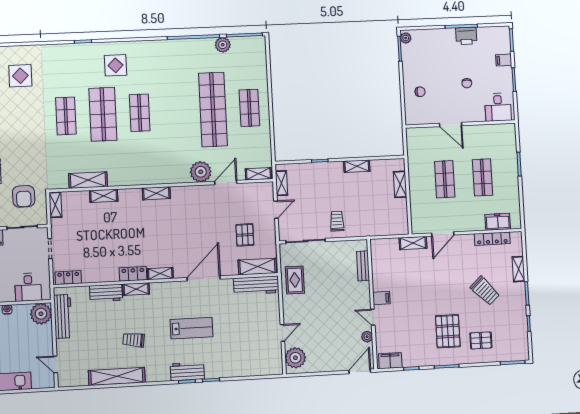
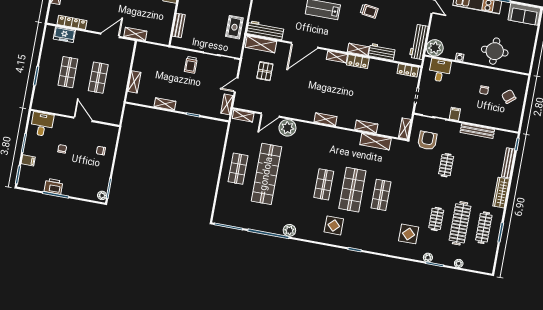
plant: (223, 45) -> (289, 230), moved

